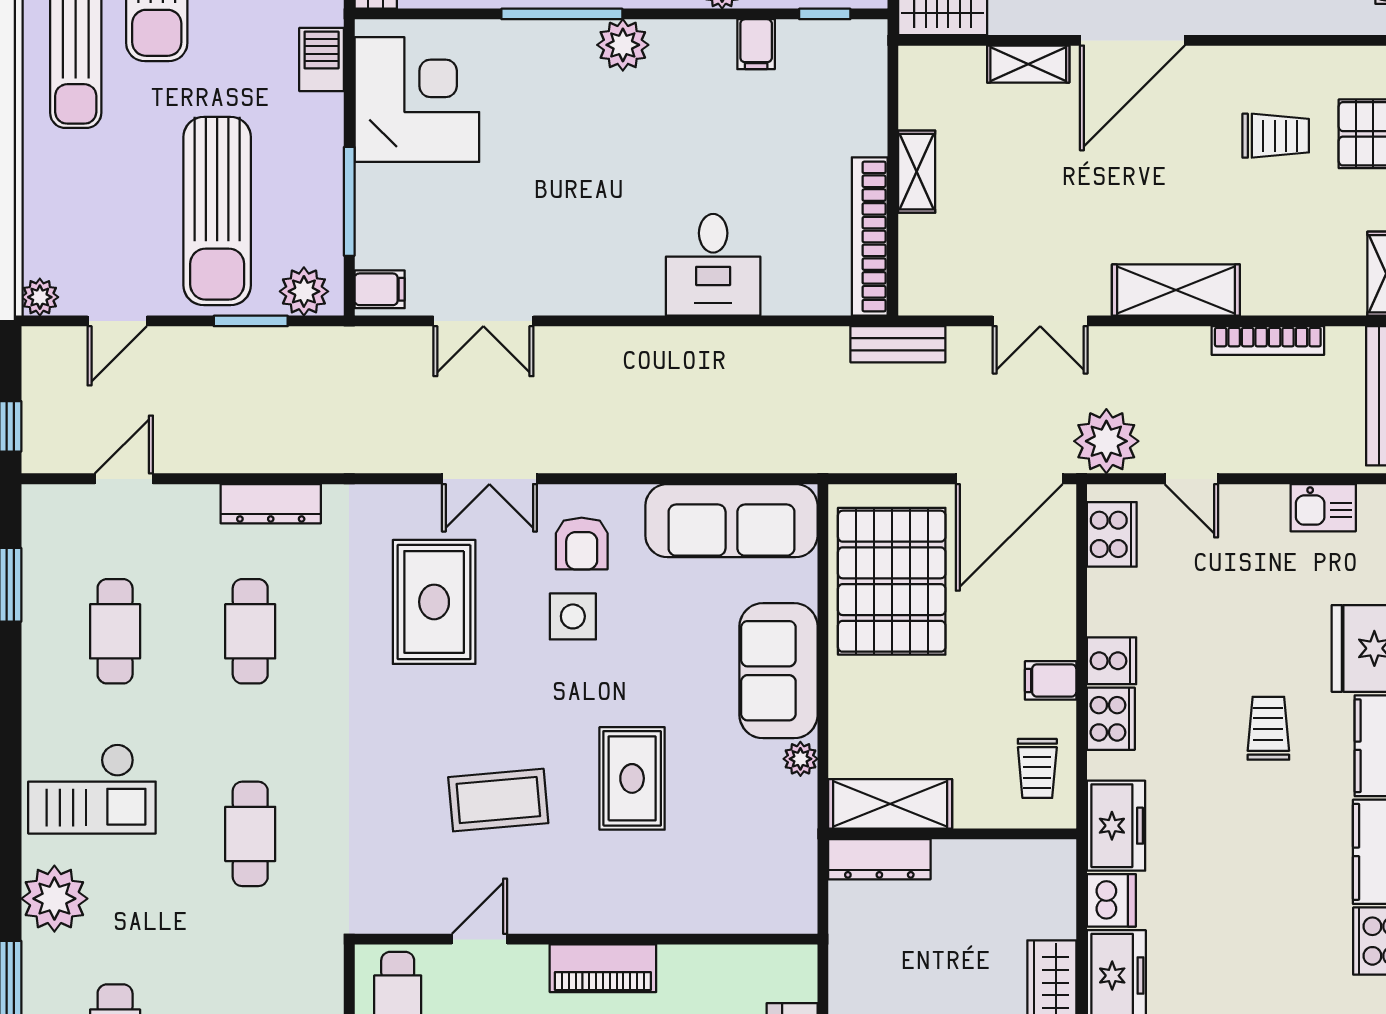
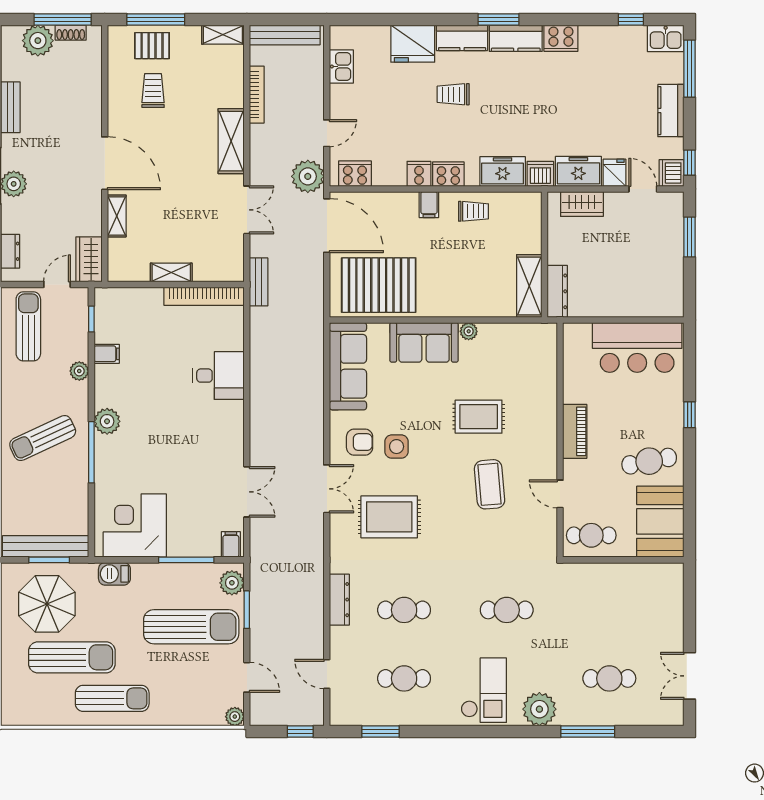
shelving: (890, 804) -> (529, 286), moved
wall: (952, 834) -> (544, 254), moved
dresser: (879, 859) -> (557, 291), moved

